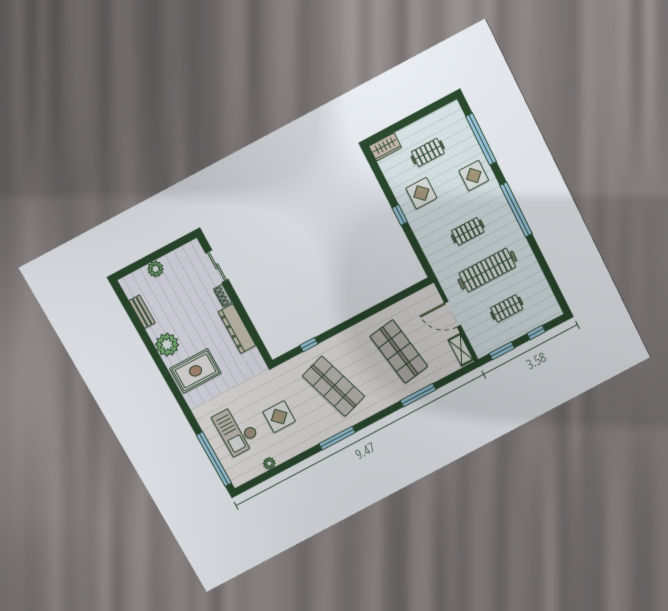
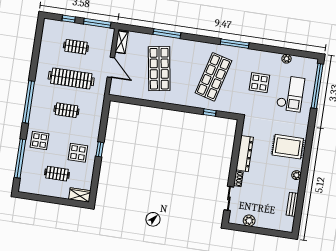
plant: (156, 269) -> (249, 221), moved
plant: (167, 345) -> (296, 175), width x0.53, depth x0.53
window: (502, 351) -> (97, 23), width x1.44
shop shelf: (334, 386) -> (213, 77), turned 33

